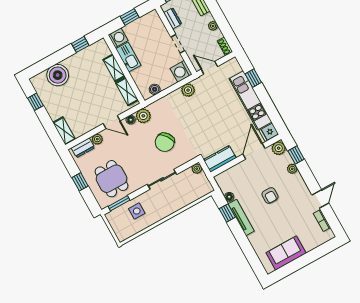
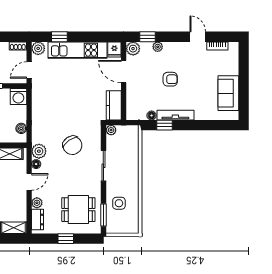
plant: (188, 90) -> (38, 48), moved

